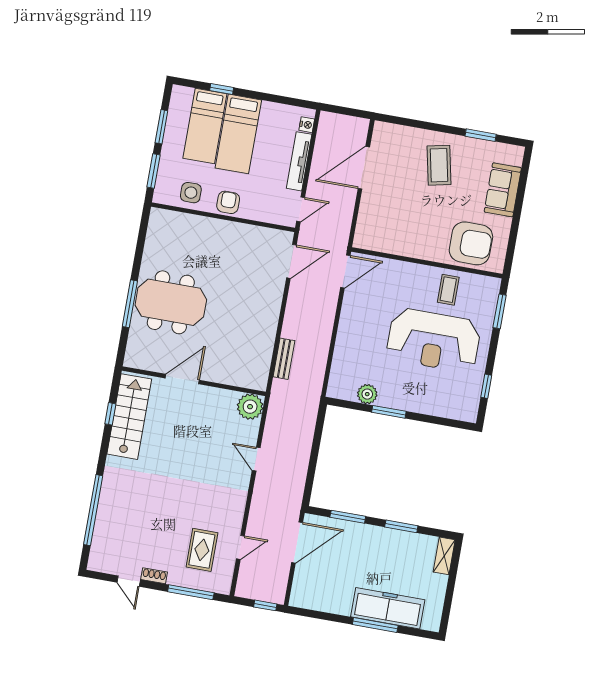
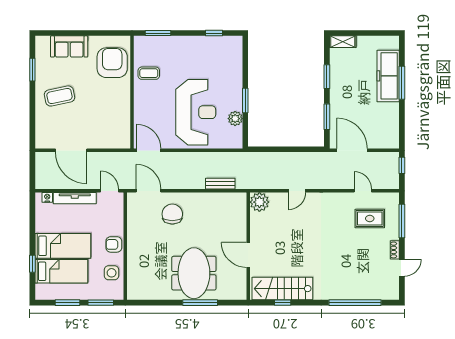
chair: (255, 288) -> (172, 214), added
reception desk: (434, 340) -> (196, 112), moved

